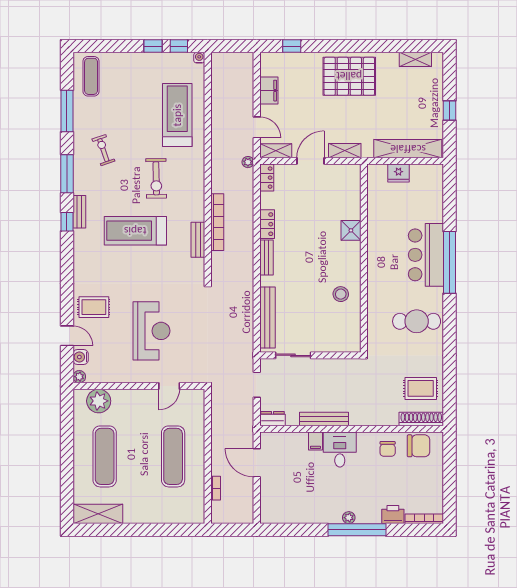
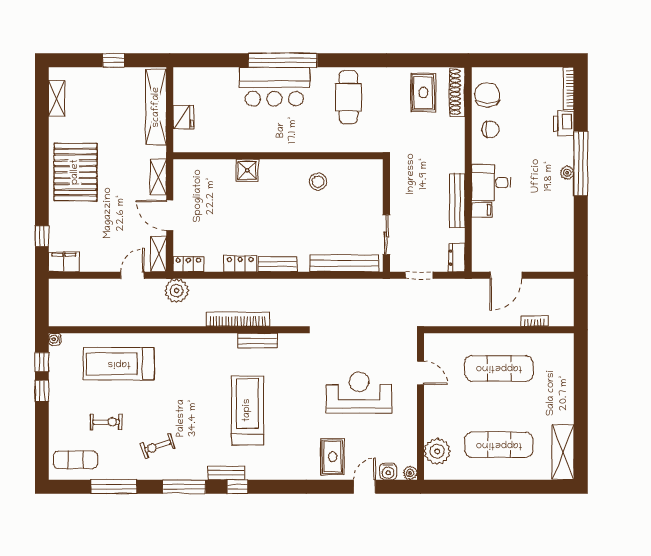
filing cabinet: (269, 91) -> (64, 262), moved
plant: (248, 162) -> (177, 291), width x1.88, depth x1.88
exercise bike: (156, 178) -> (106, 422), moved, width x0.73, depth x0.72
treadmill: (135, 231) -> (247, 410), turned 180

